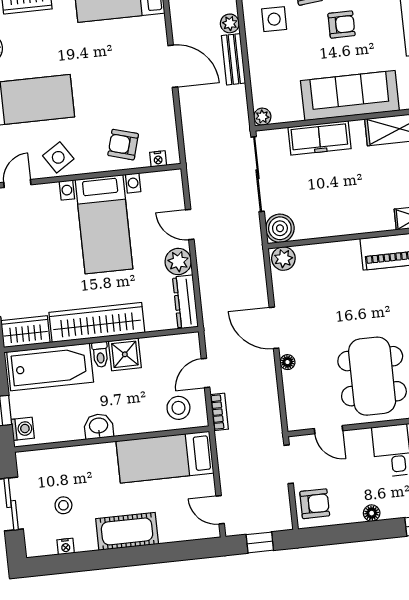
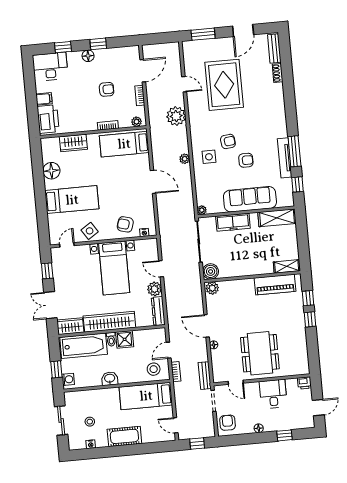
bench: (233, 59) -> (205, 376), moved
armchair: (315, 504) -> (228, 423), turned -90

